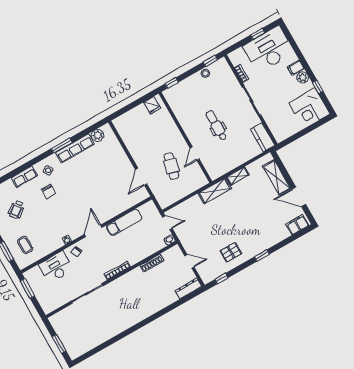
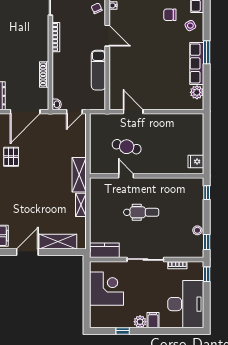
window: (258, 34) -> (207, 274), moved
corner desk: (309, 108) -> (106, 289), moved, turned 90
door: (189, 261) -> (25, 112), width x1.88

